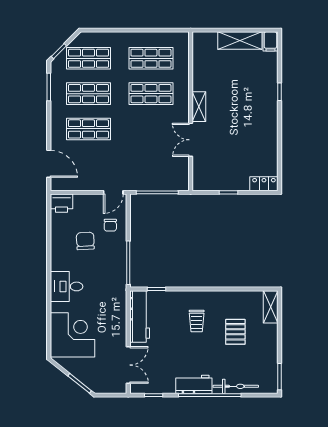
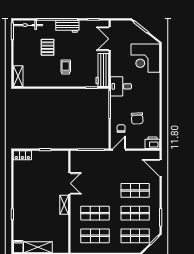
desk: (67, 286) -> (121, 86), moved, turned 180
pallet: (235, 332) -> (48, 47), moved
bicycle: (236, 386) -> (28, 25), moved

